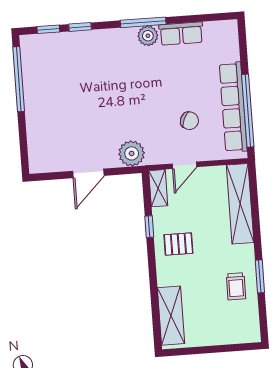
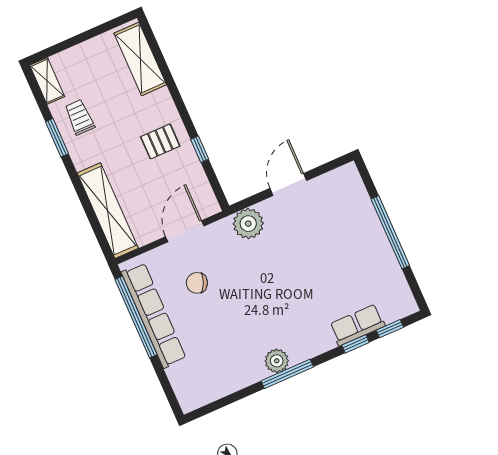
row of seats: (181, 34) -> (357, 325), moved
window: (19, 79) -> (390, 232), moved
door: (184, 165) -> (185, 231), width x1.38
shelving: (158, 188) -> (47, 81), moved

